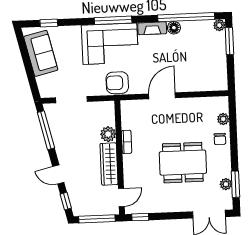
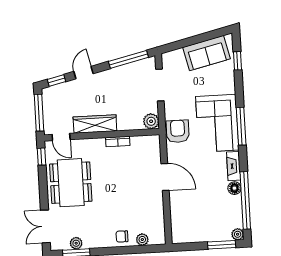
plant: (108, 134) -> (151, 121), moved
dining table: (183, 163) -> (71, 183), moved

